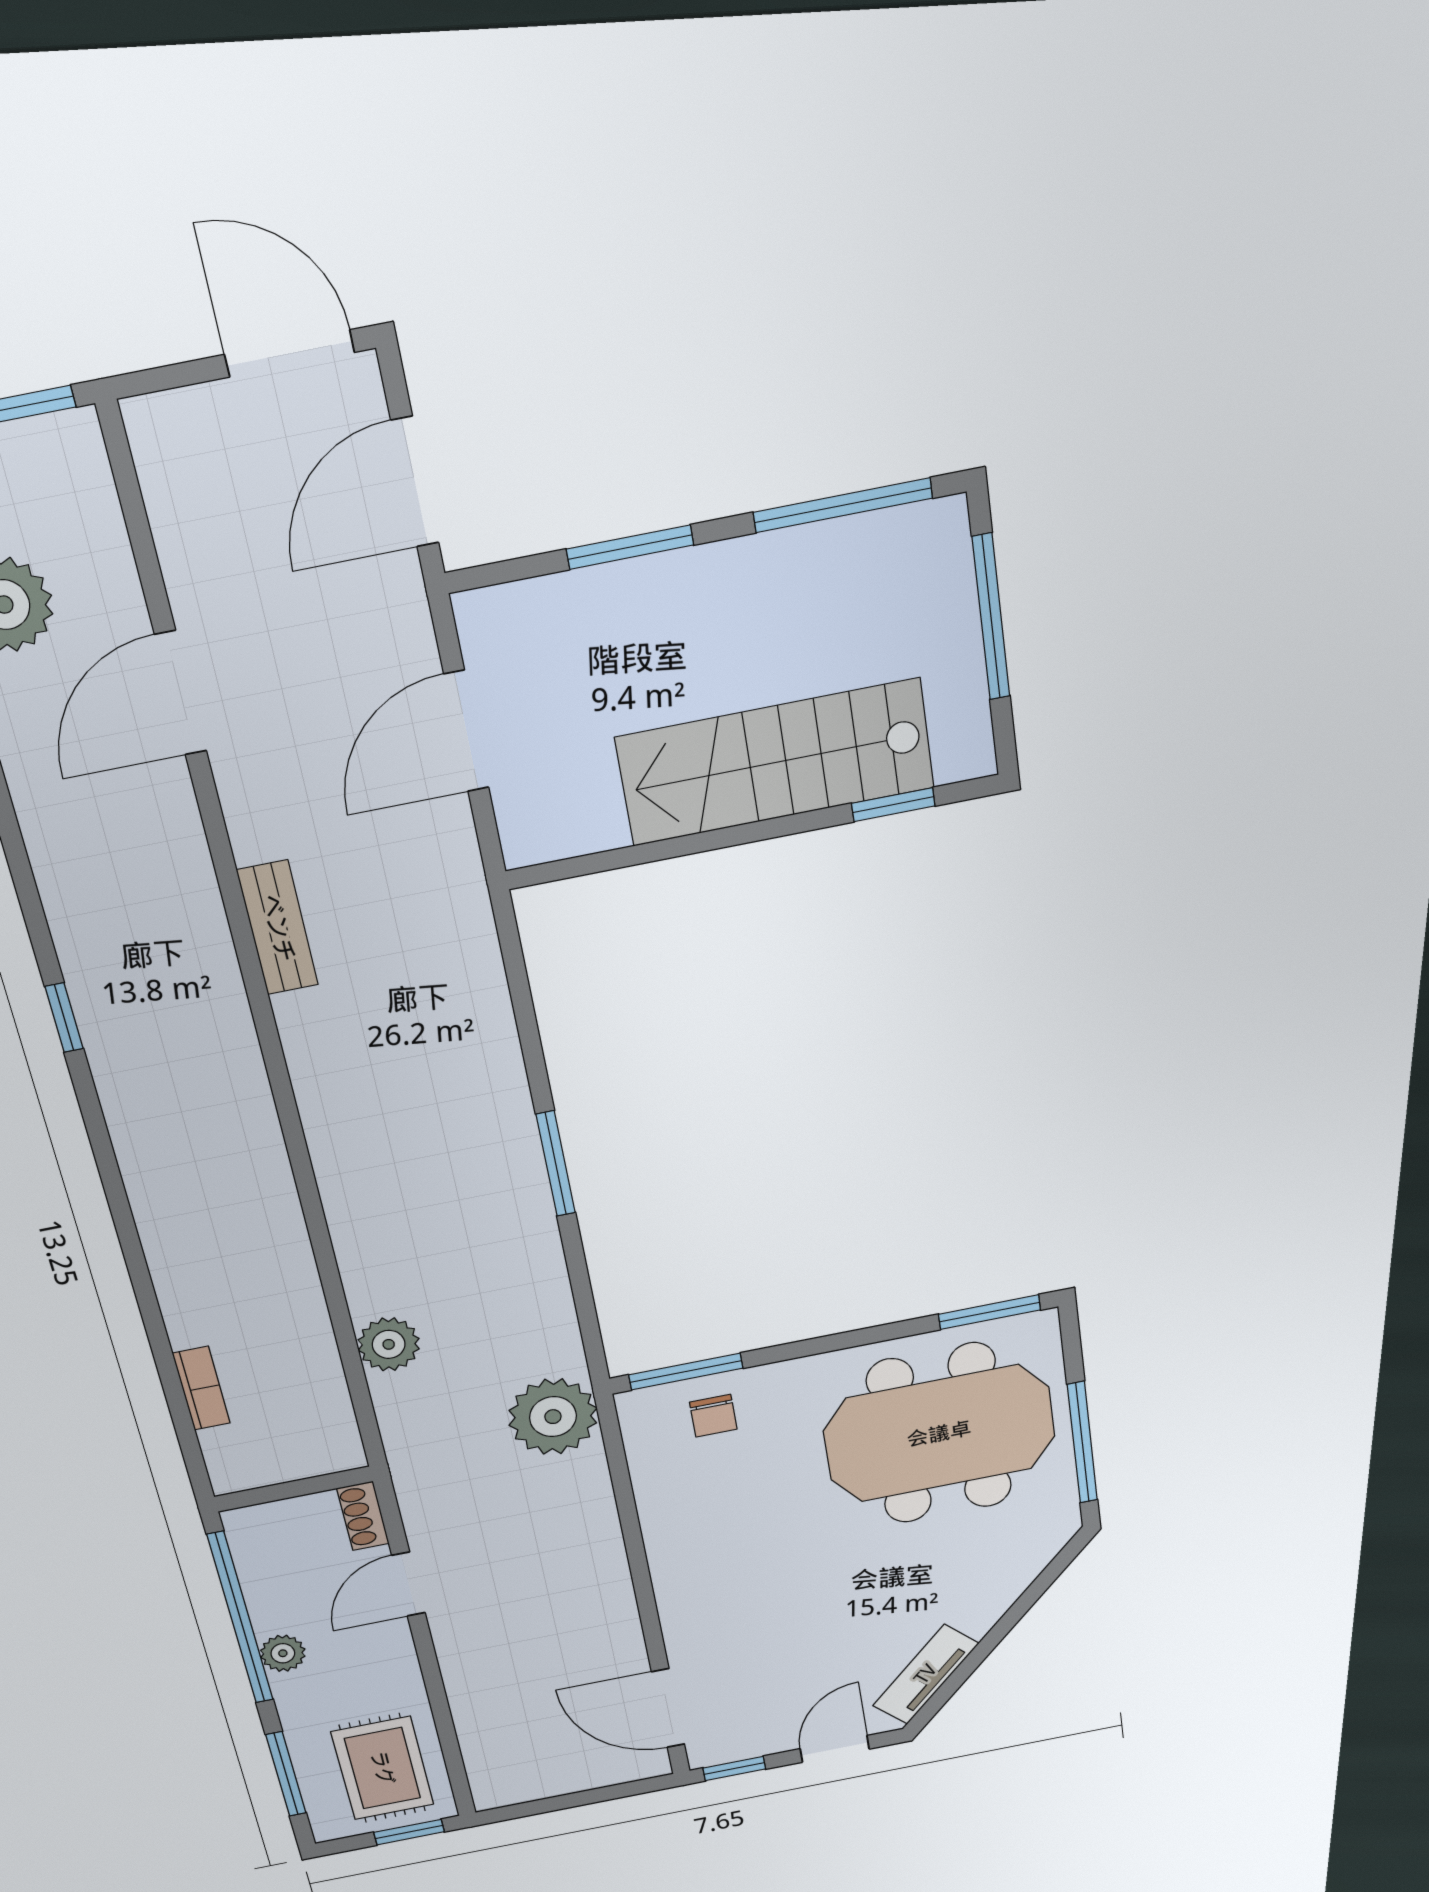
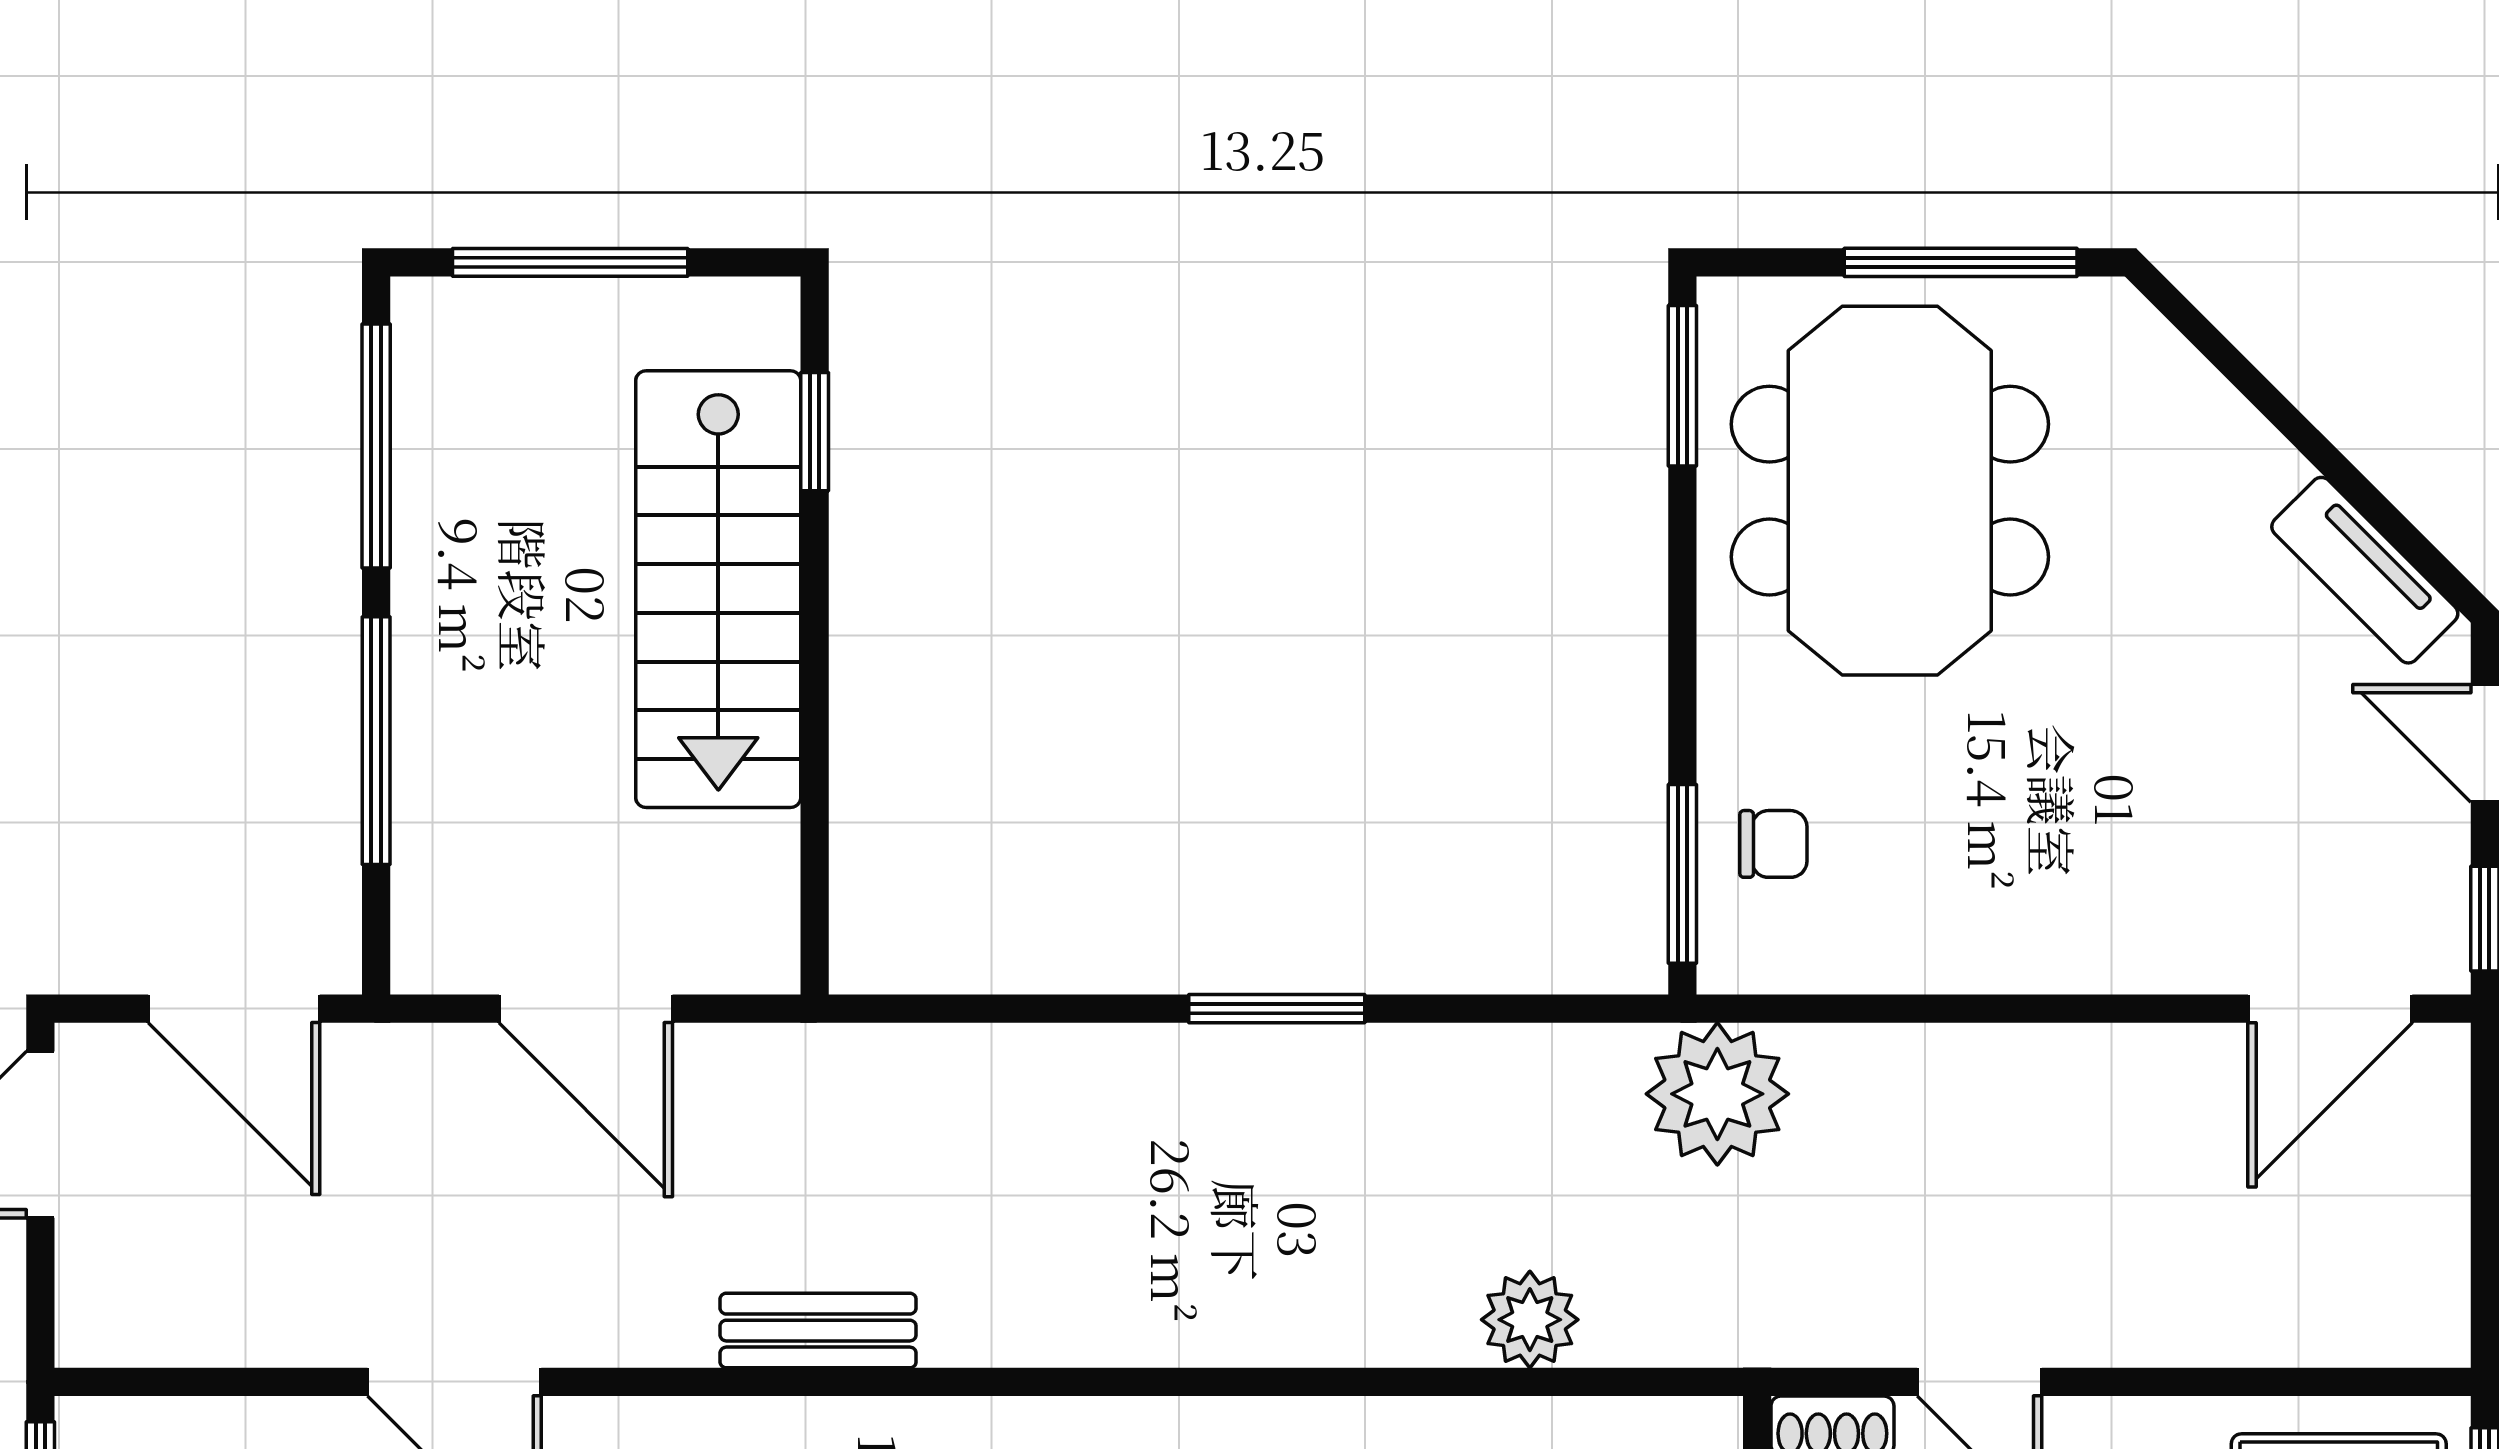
window: (630, 547) -> (376, 741), width x1.44

